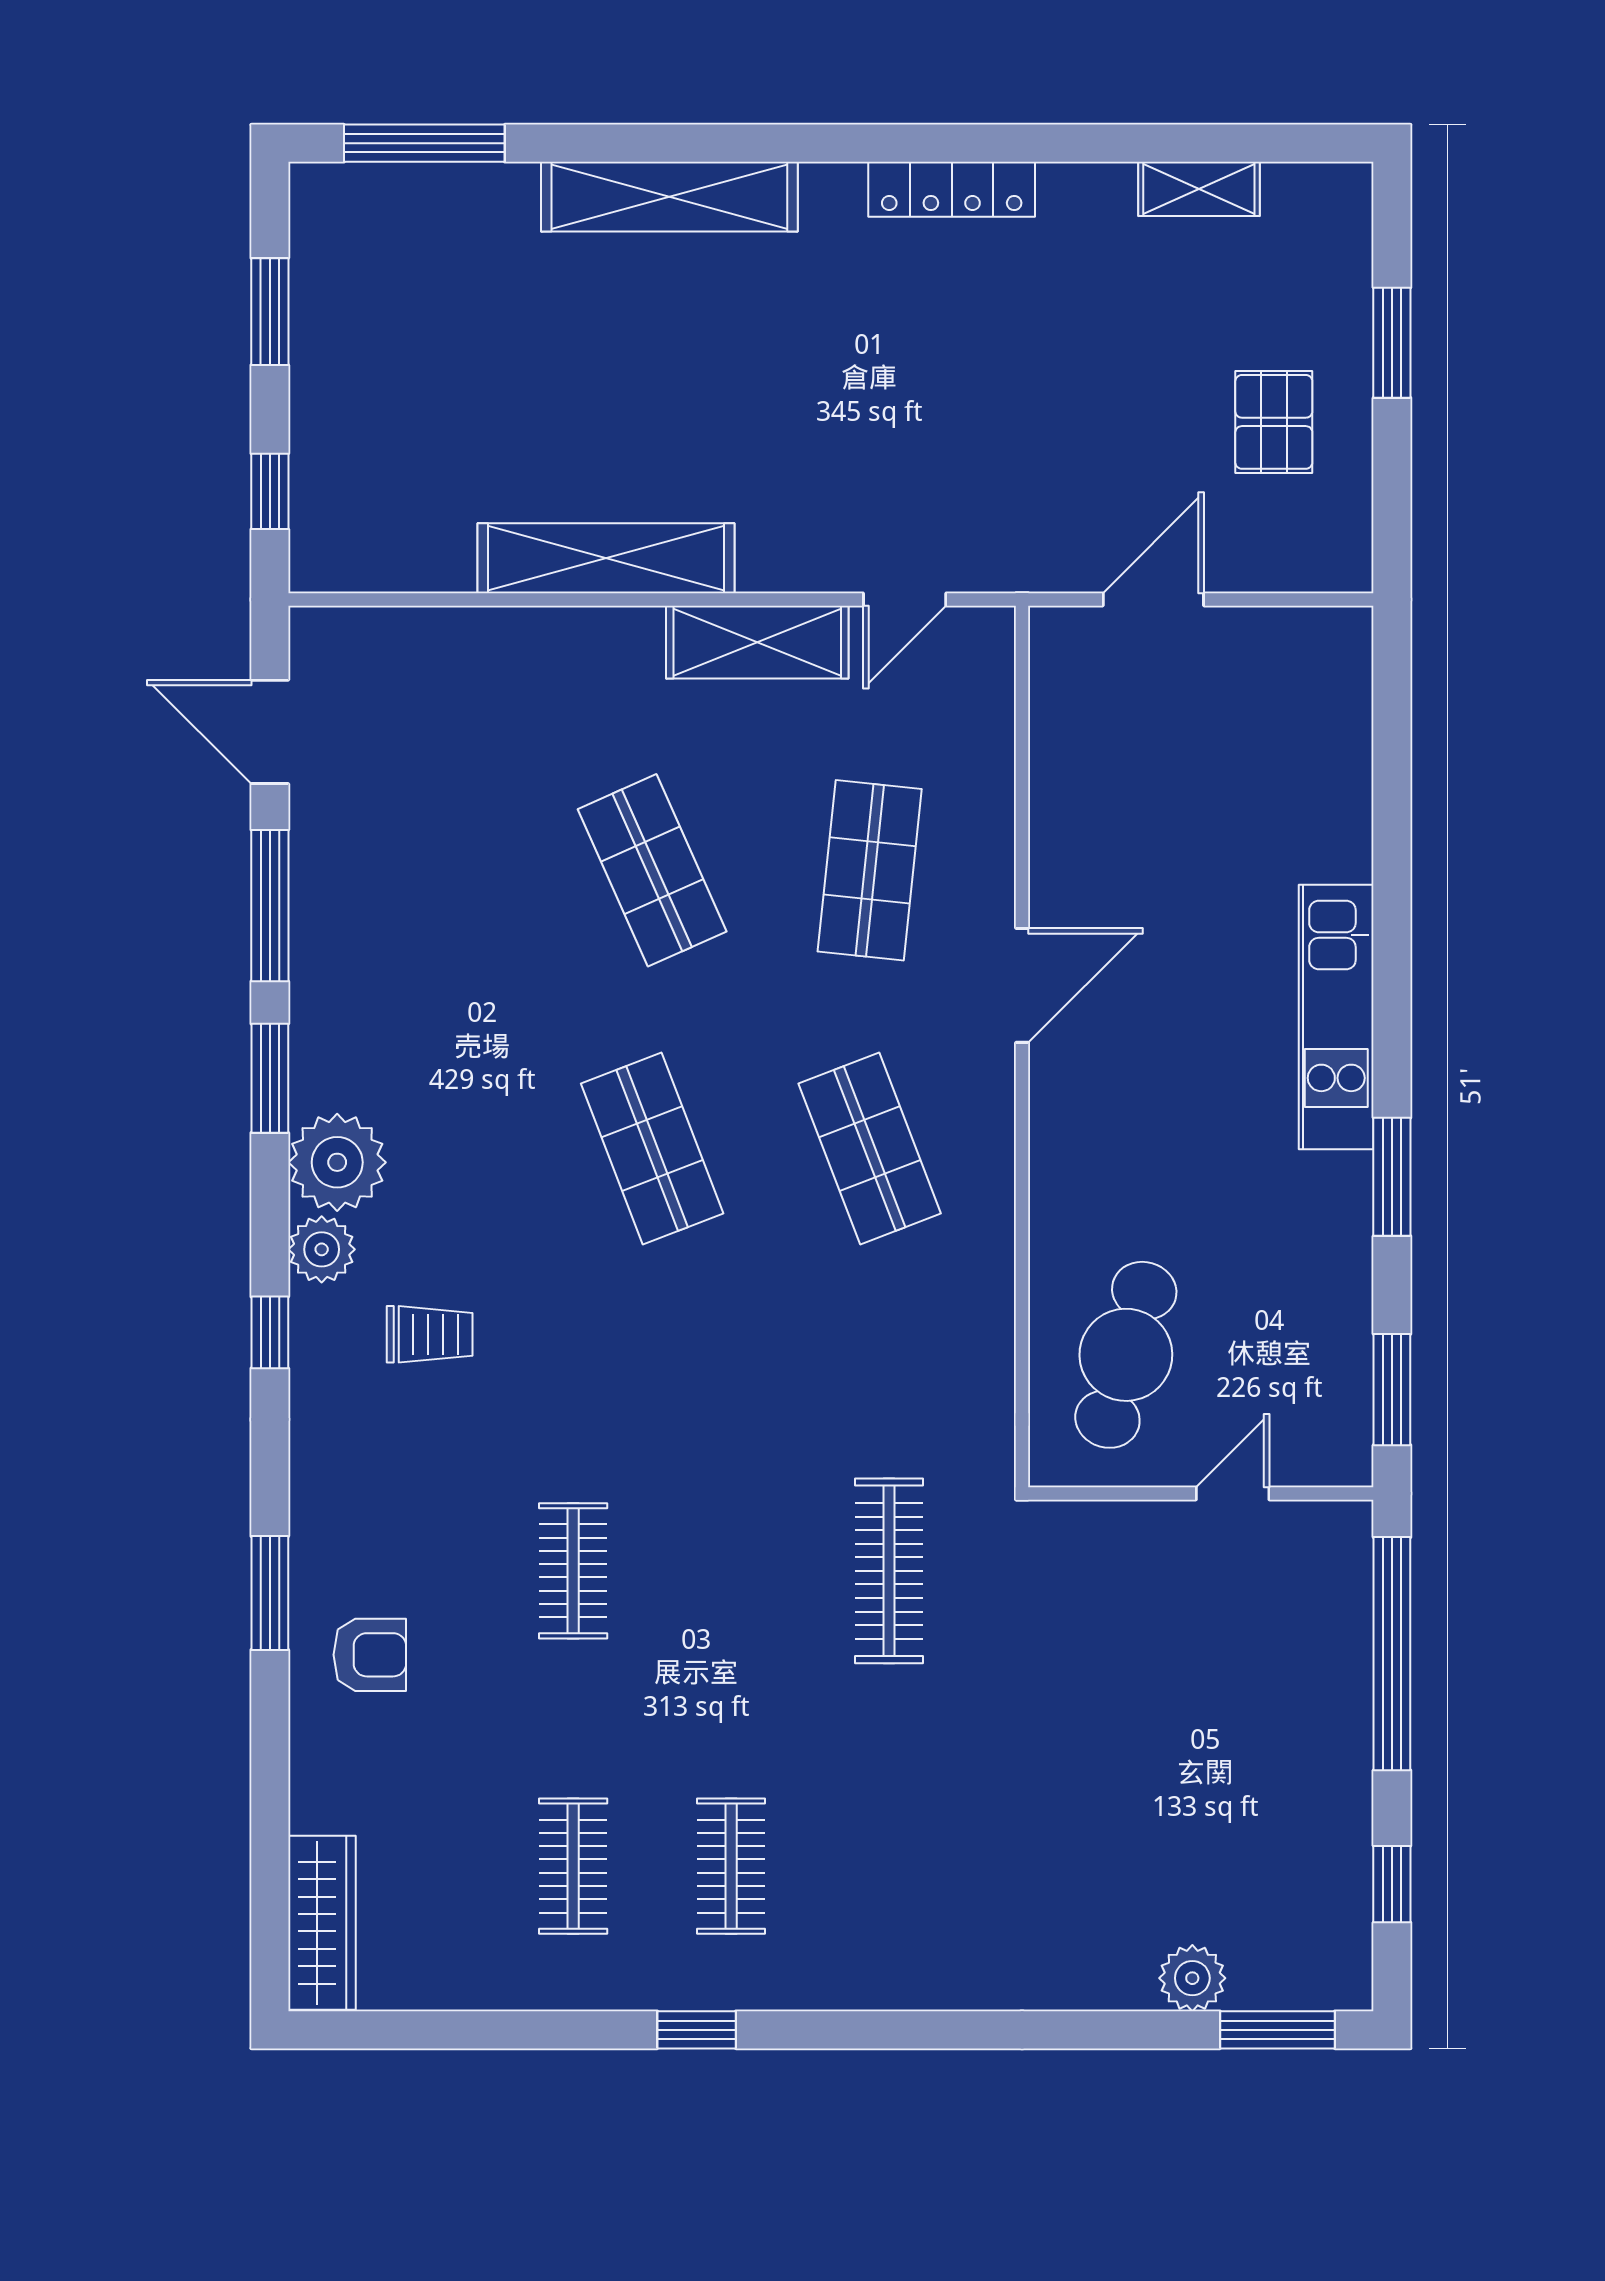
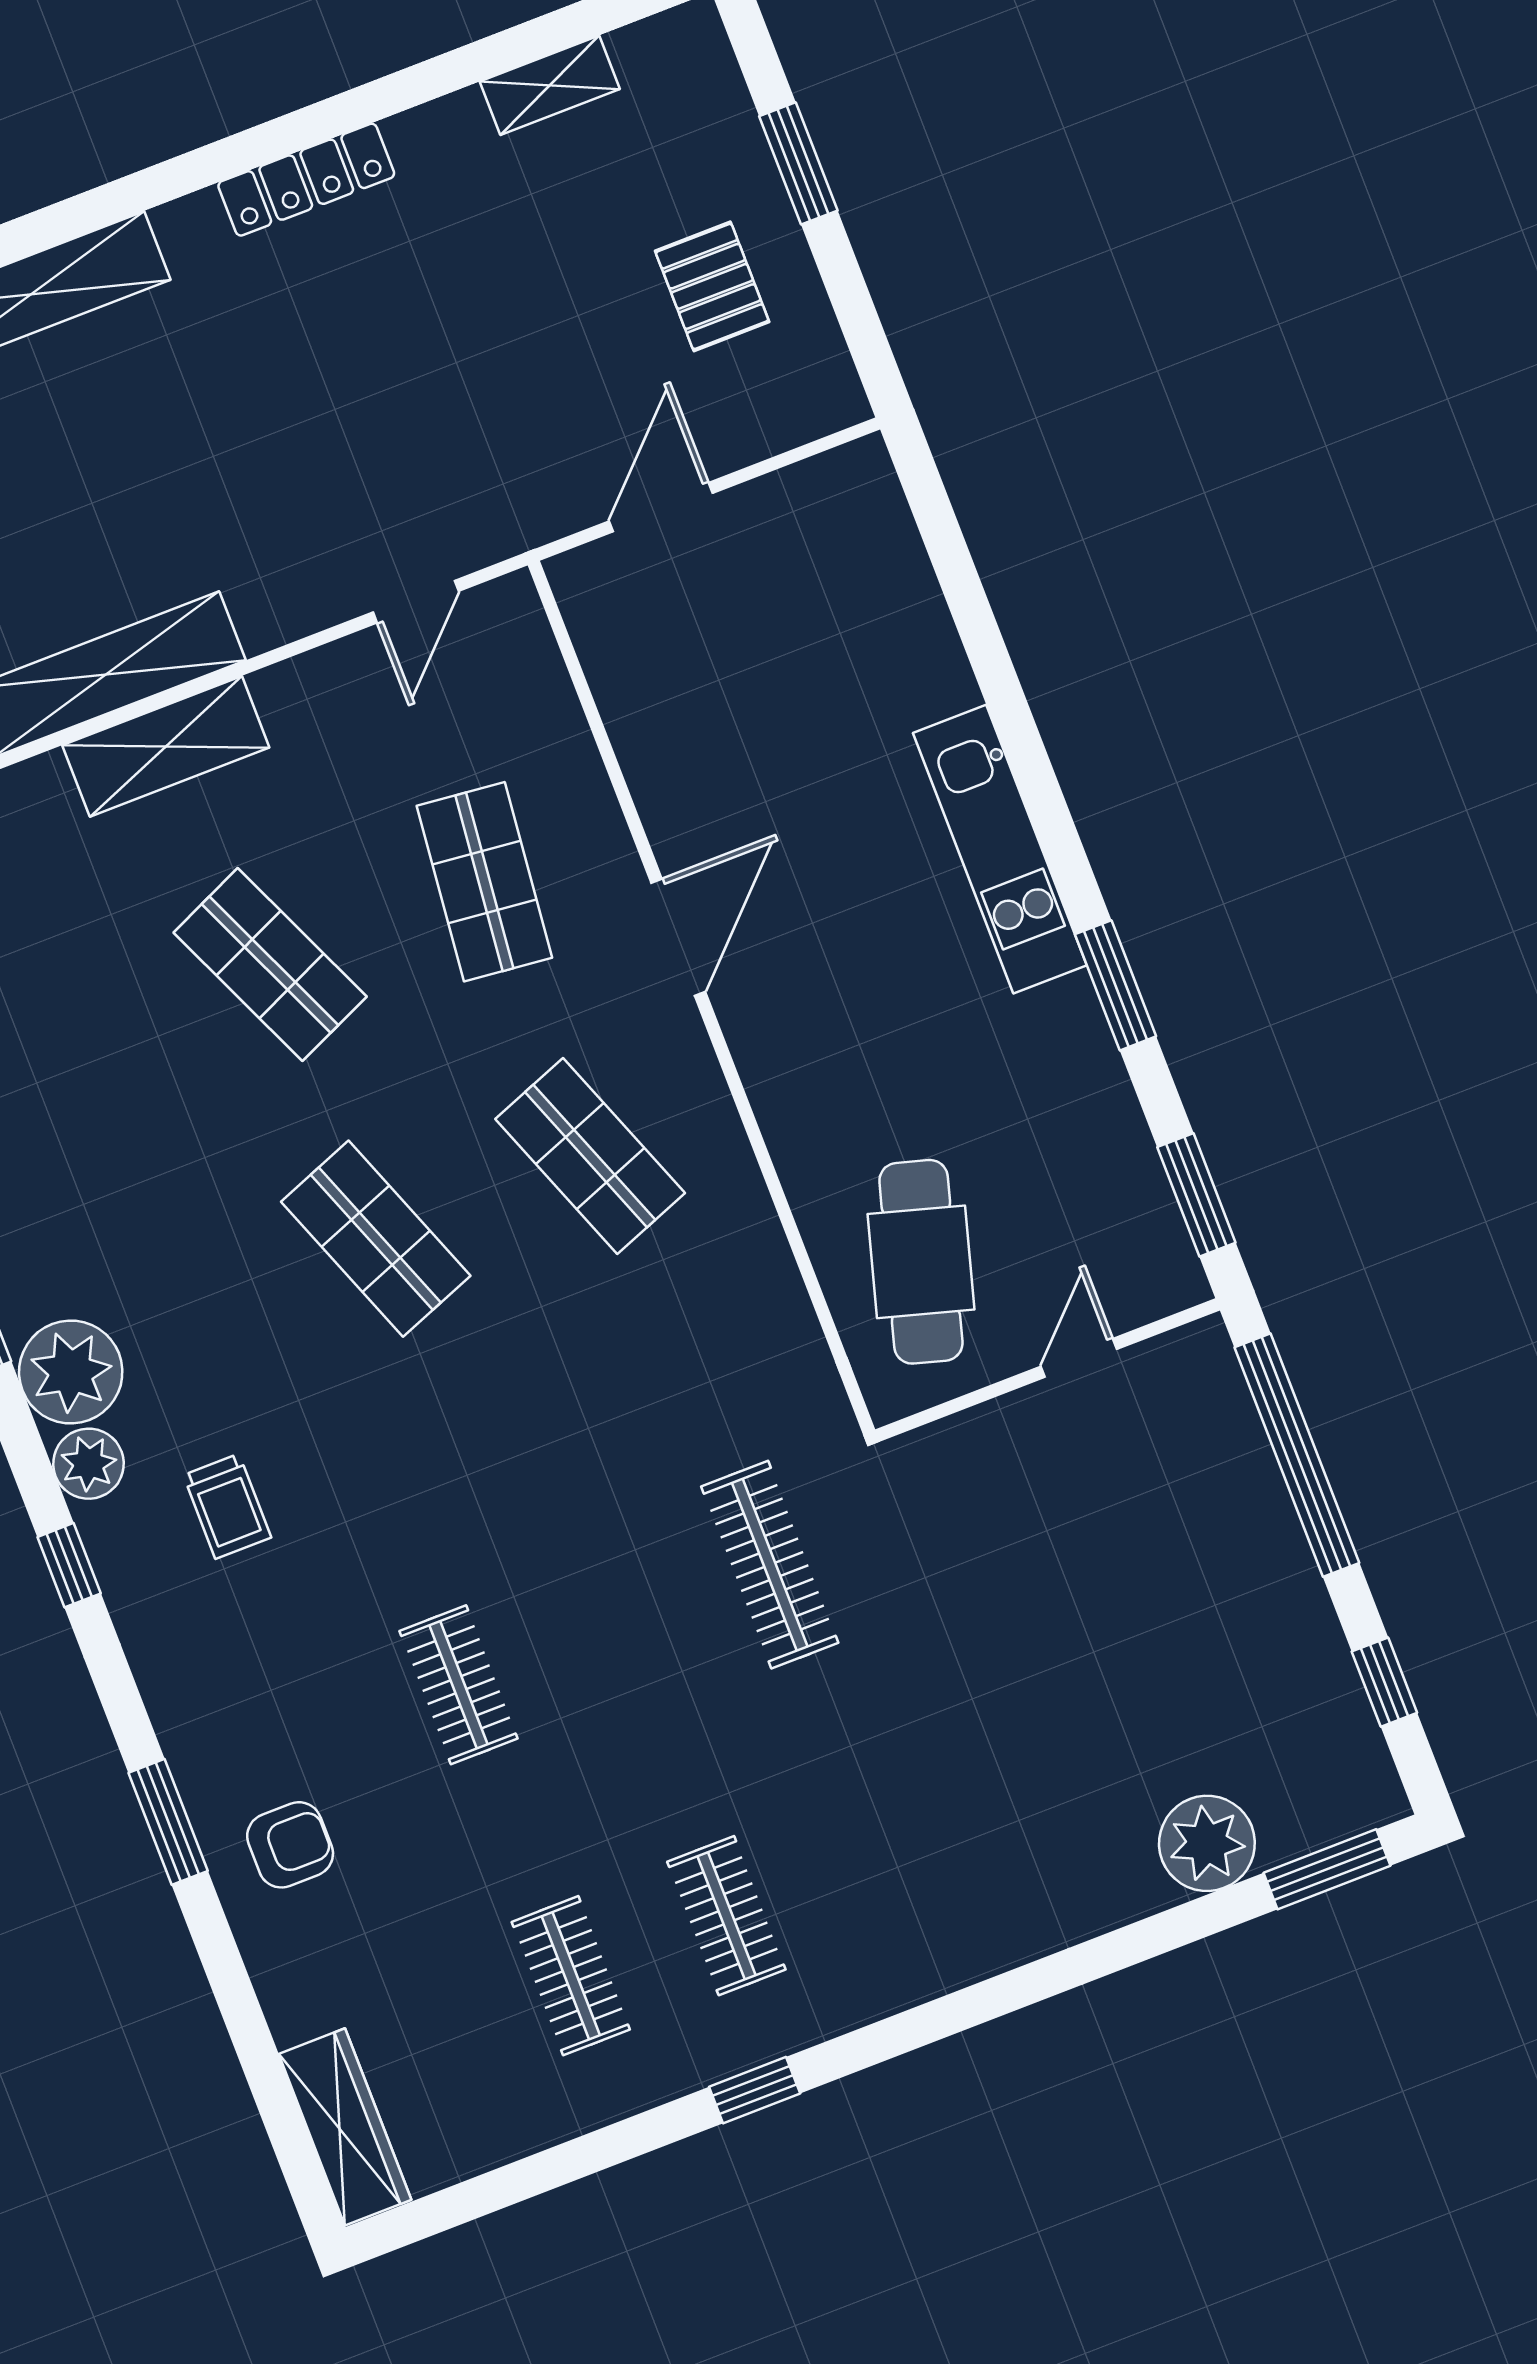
shelving: (757, 642) -> (166, 746), moved
trolley: (430, 1334) -> (227, 1506), turned 90
plant: (1192, 1978) -> (1207, 1843), width x1.36, depth x1.36

